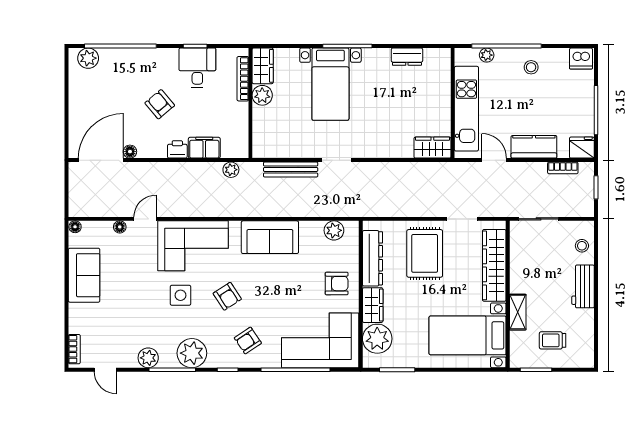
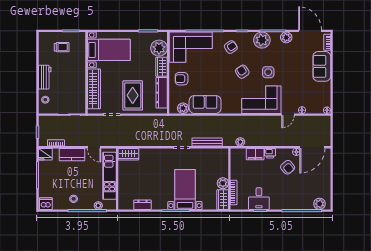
armchair: (160, 104) -> (288, 167), moved
sofa: (270, 237) -> (205, 104), moved
sofa: (84, 275) -> (322, 66), moved
shelving: (518, 312) -> (81, 63), removed
door: (105, 370) -> (310, 31), width x1.87

